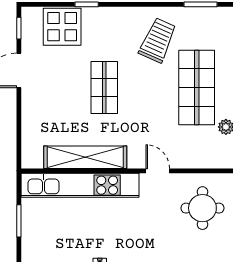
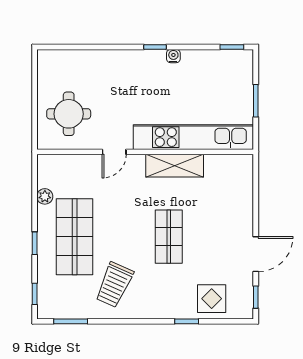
display table: (62, 27) -> (212, 299), width x0.73, depth x0.73
shelving: (85, 157) -> (175, 166), width x0.68
door: (158, 171) -> (114, 152), hinge flipped

